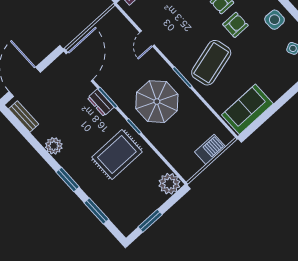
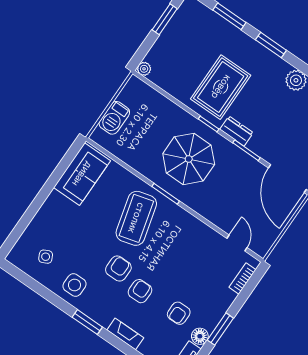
armchair: (235, 25) -> (118, 269), turned 180
door: (147, 39) -> (237, 243), moved
dresser: (101, 103) -> (236, 131), moved
plant: (169, 184) -> (144, 69), width x0.53, depth x0.53

